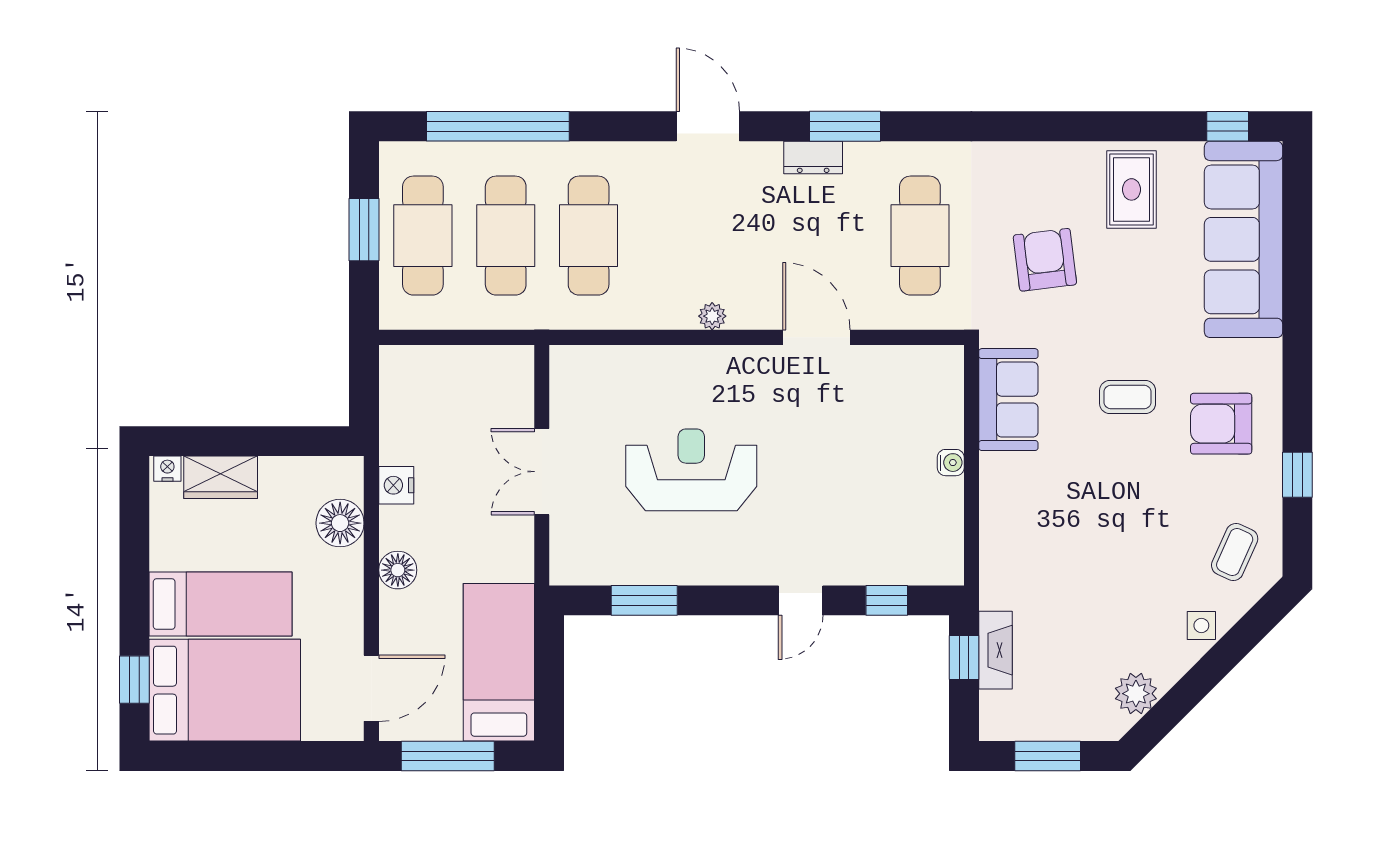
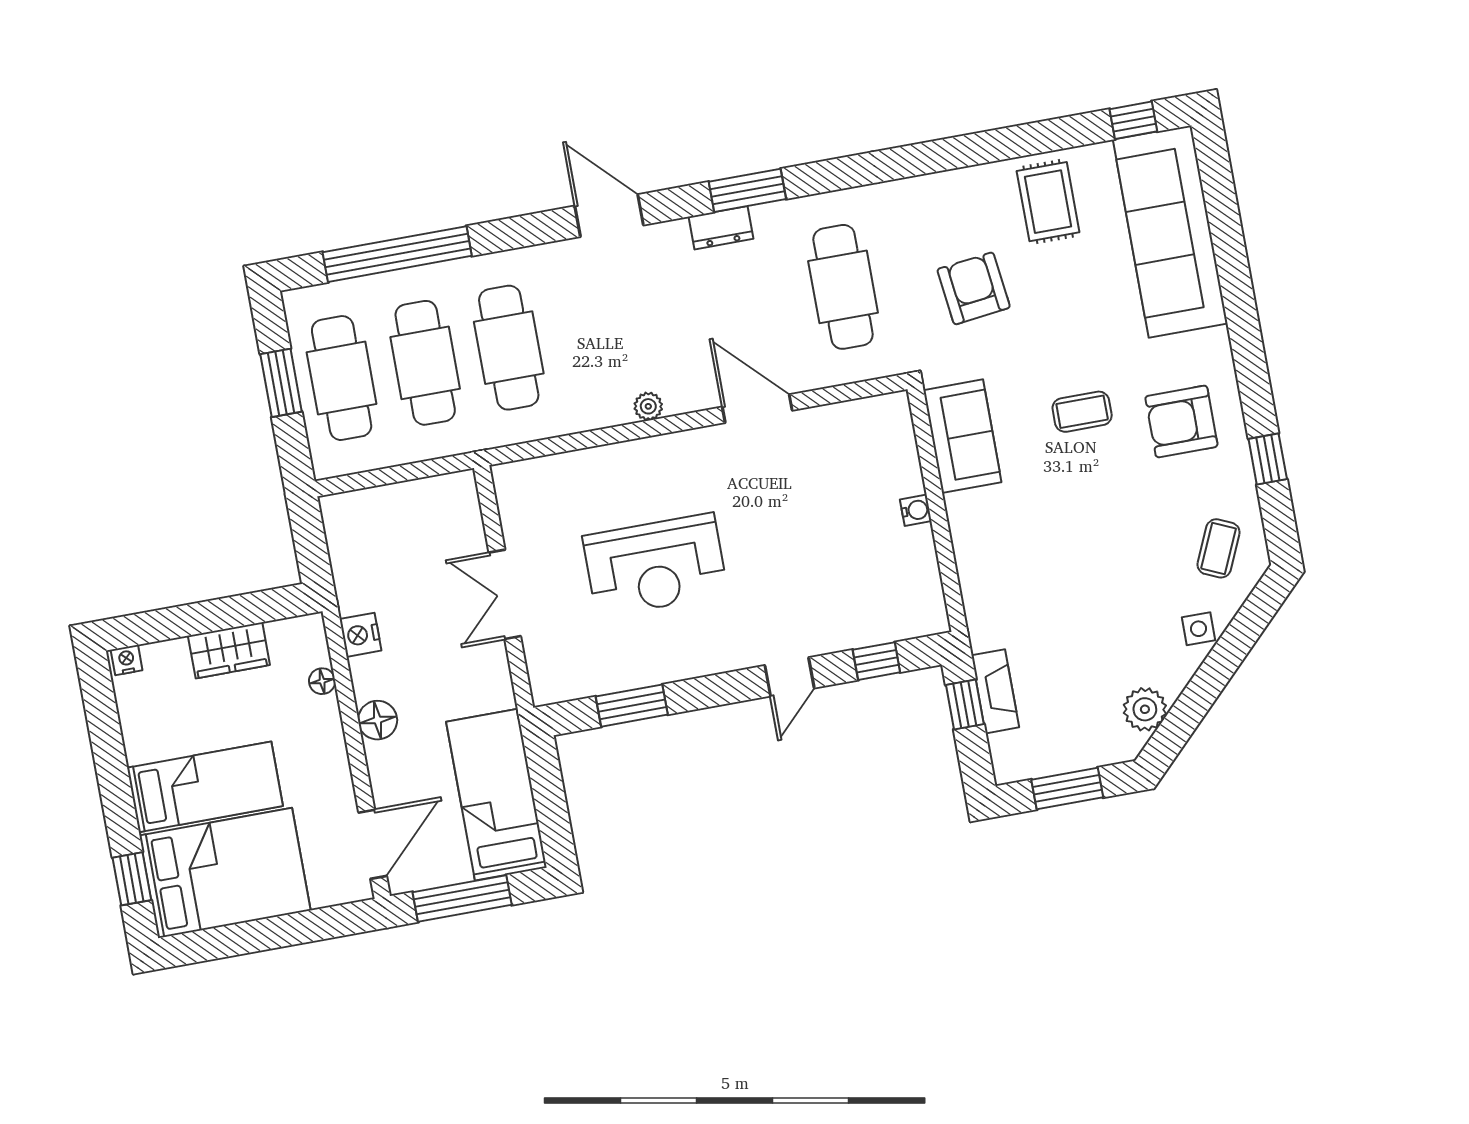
reception desk: (691, 470) -> (655, 565), turned 180
wardrobe: (221, 477) -> (229, 650), moved
floor lamp: (340, 523) -> (322, 681), width x0.53, depth x0.53

